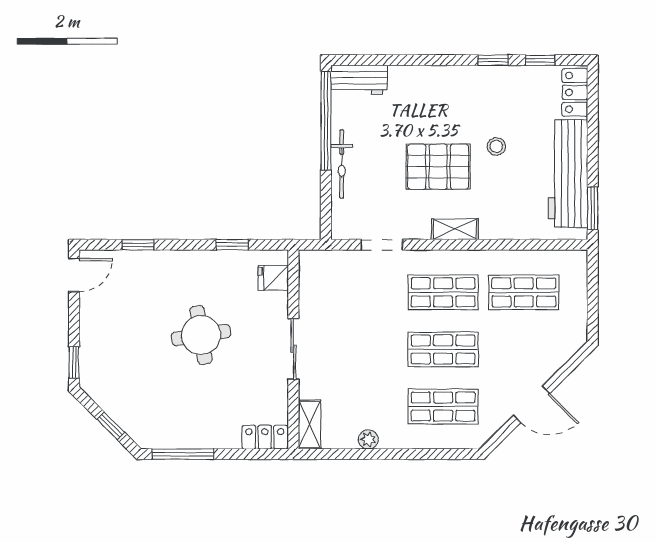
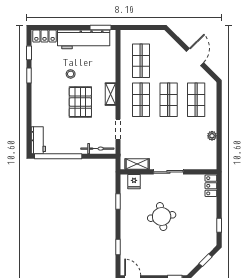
bicycle: (342, 164) -> (97, 149), moved
shelving: (310, 424) -> (137, 164), moved
window: (183, 454) -> (219, 225), width x0.46

